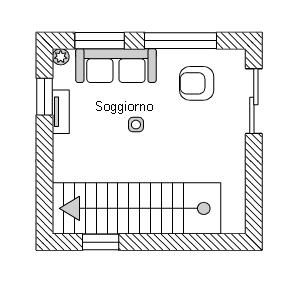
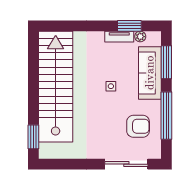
plant: (61, 57) -> (140, 37), moved
armchair: (197, 83) -> (138, 126), turned 90
window: (101, 242) -> (33, 137), moved

